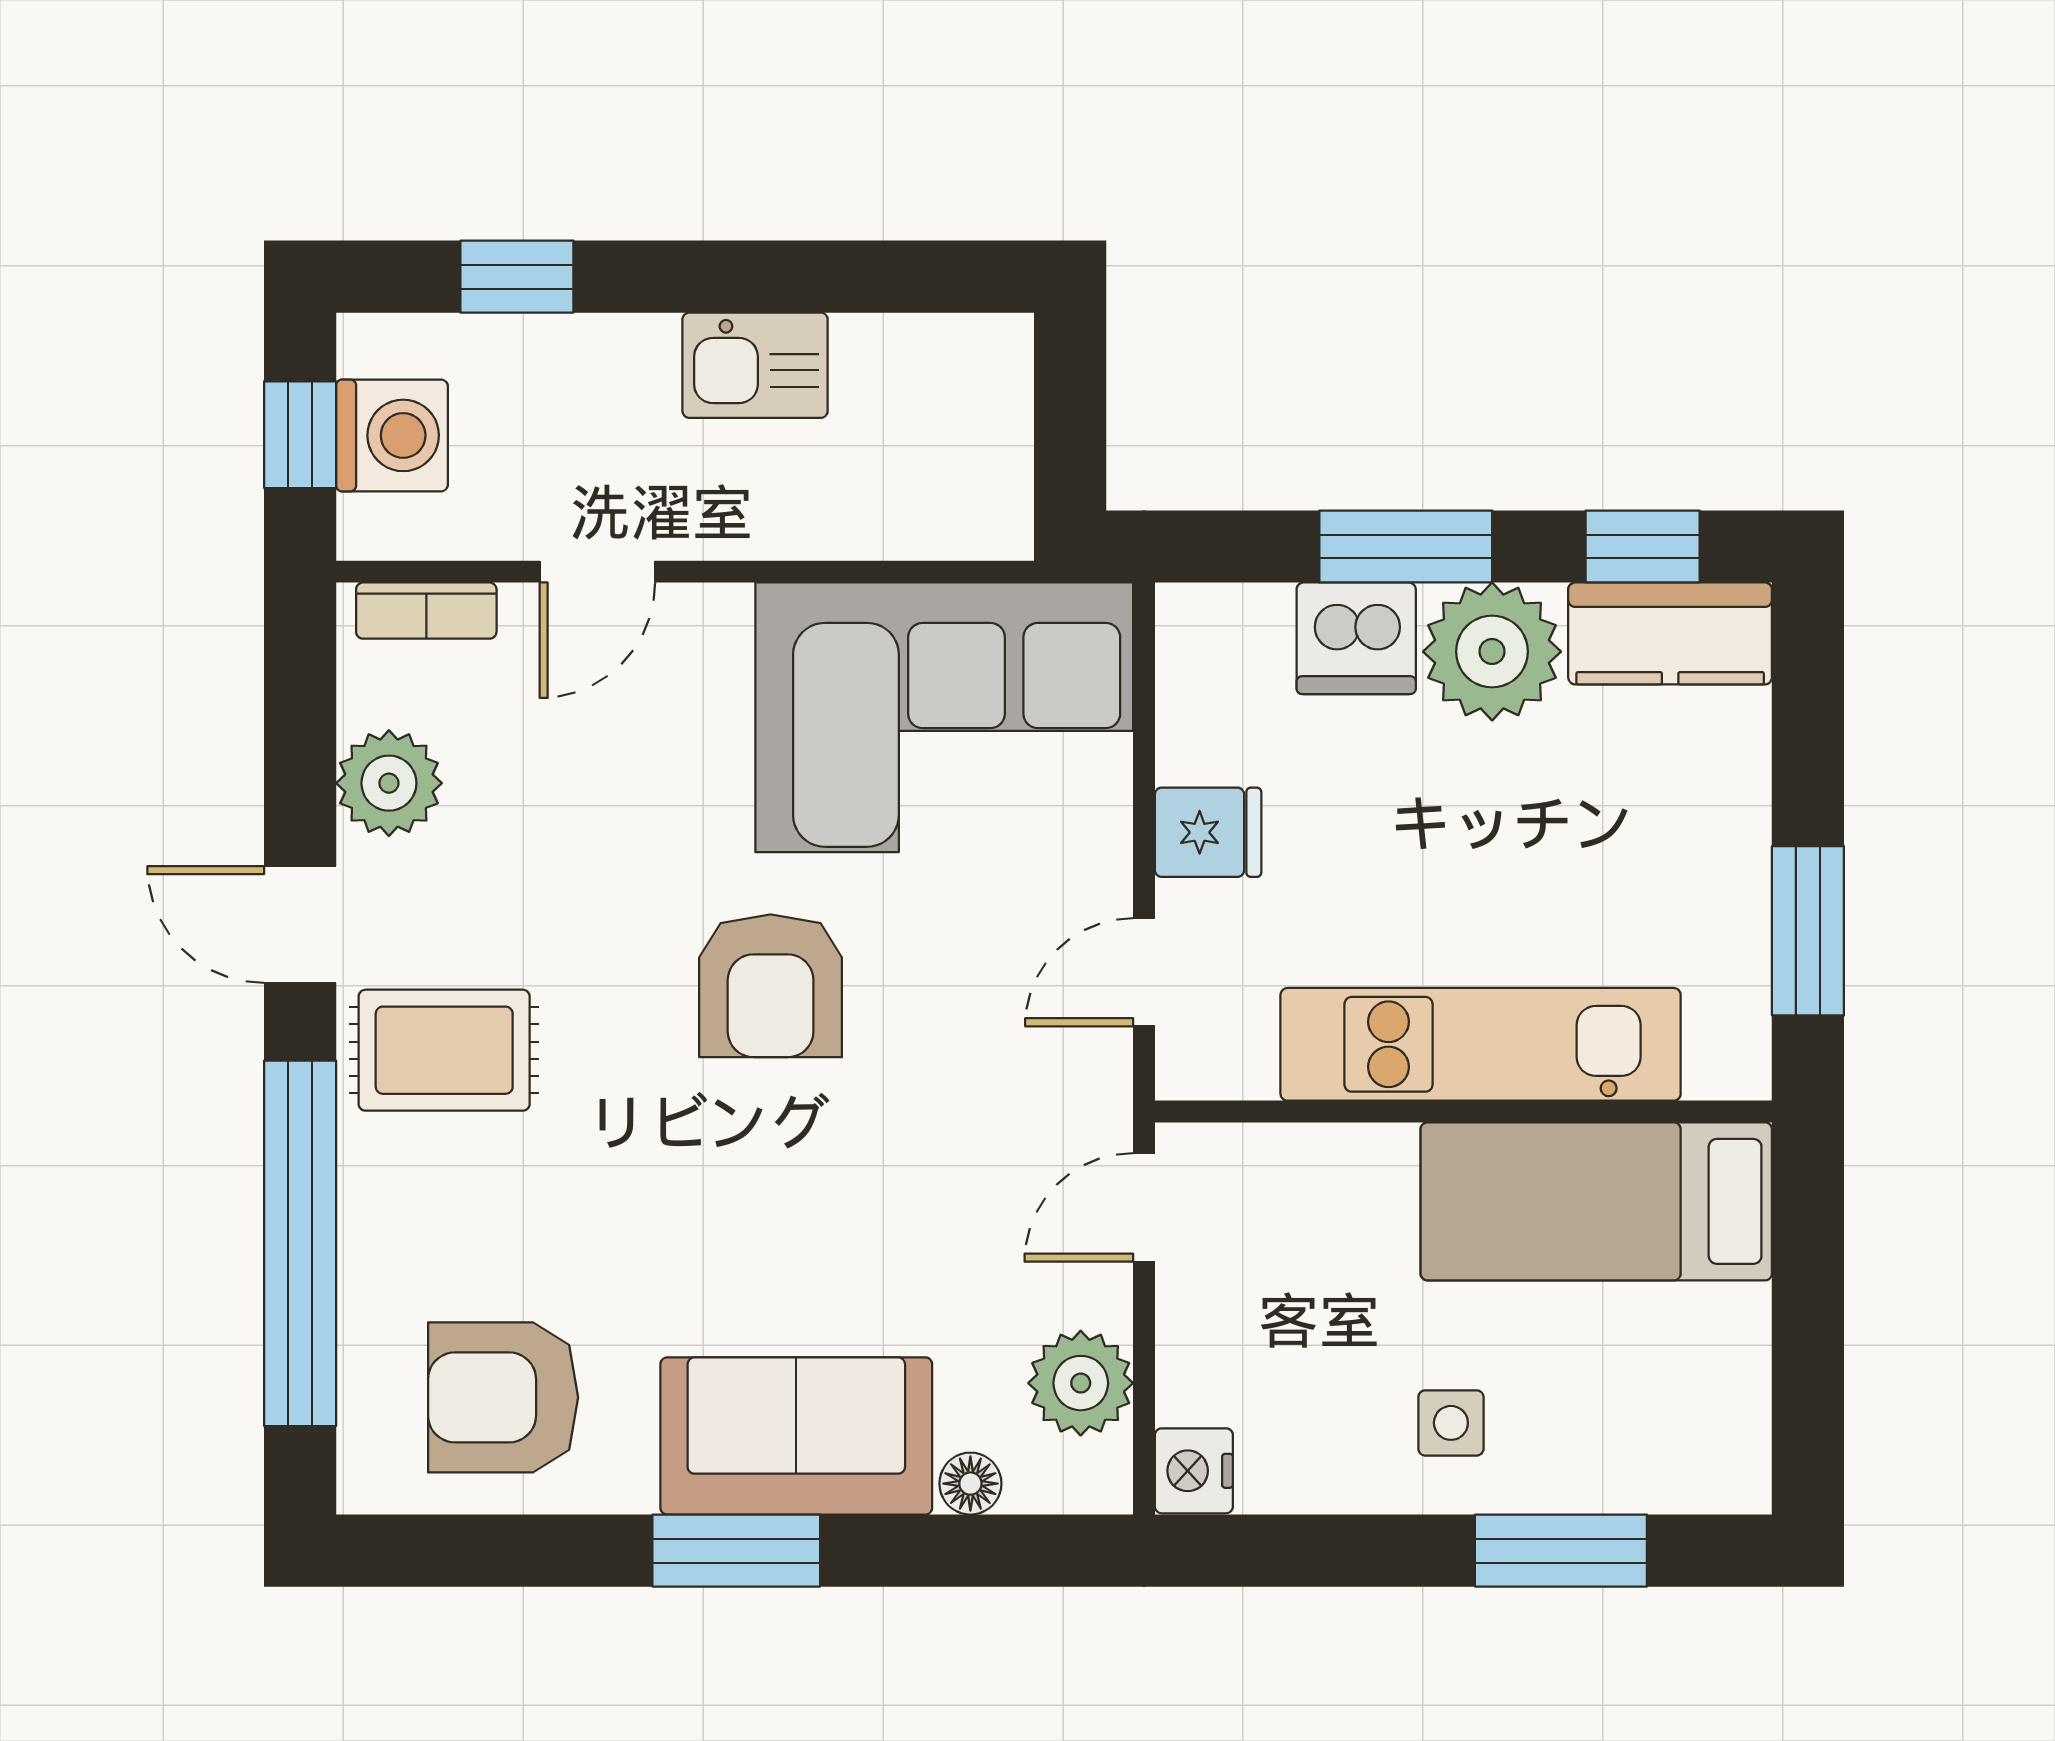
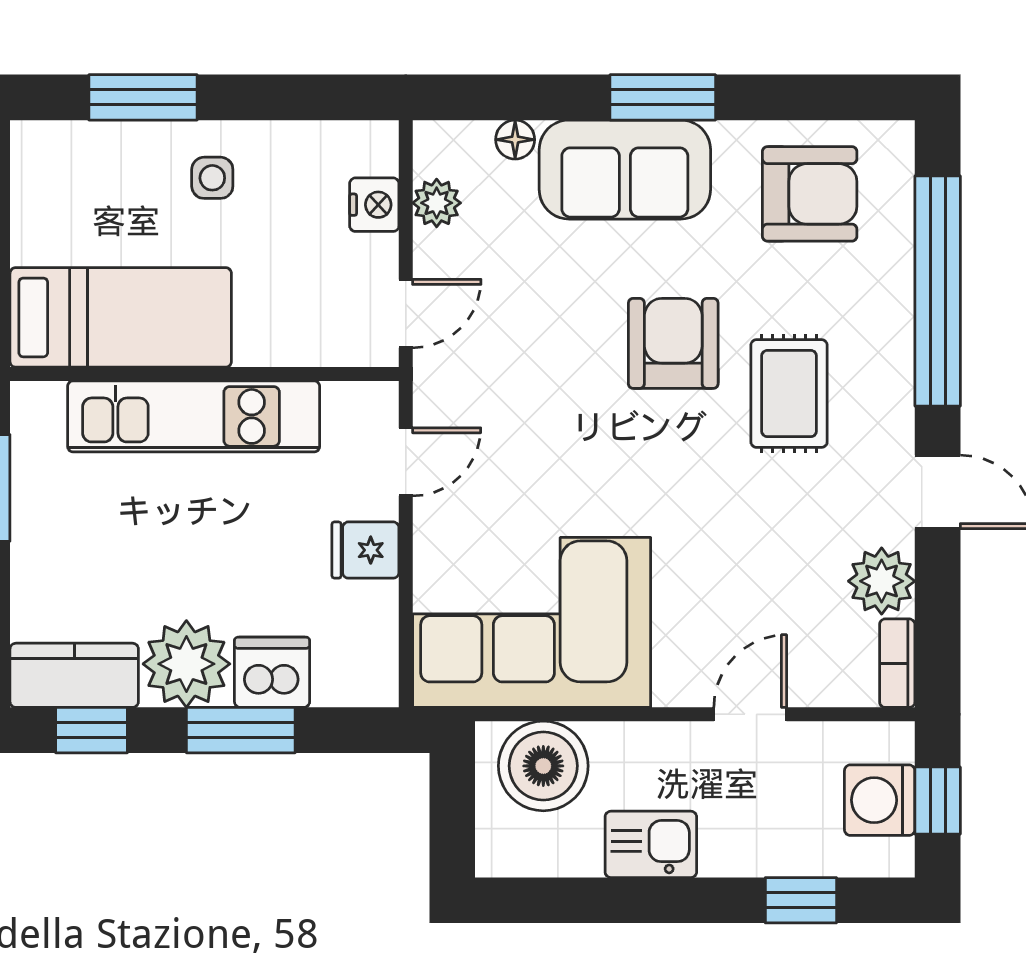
boiler: (926, 490) -> (543, 766), added
bookcase: (426, 611) -> (897, 663), moved, turned -90
armchair: (771, 986) -> (673, 343), moved
rug: (444, 1050) -> (789, 394), moved, turned 90
plant: (1081, 1383) -> (437, 203), width x0.73, depth x0.73
nightstand: (1194, 1471) -> (374, 205), moved

